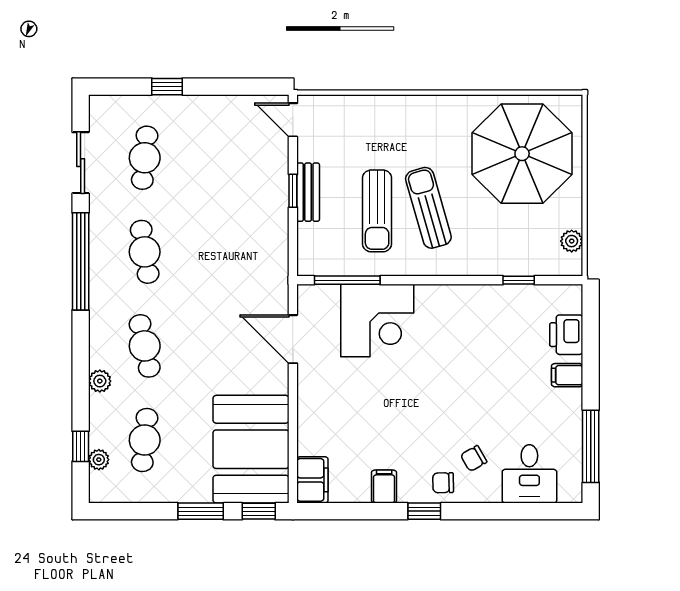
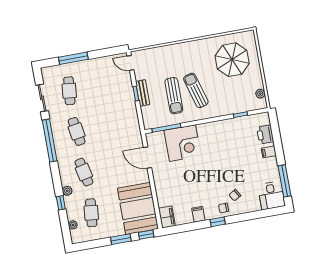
window: (167, 87) -> (73, 58), width x2.17
parasol: (522, 154) -> (232, 60), width x0.73, depth x0.73
window: (81, 446) -> (61, 203), moved
desk: (529, 474) -> (271, 195), moved

